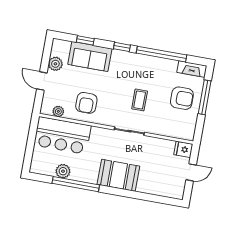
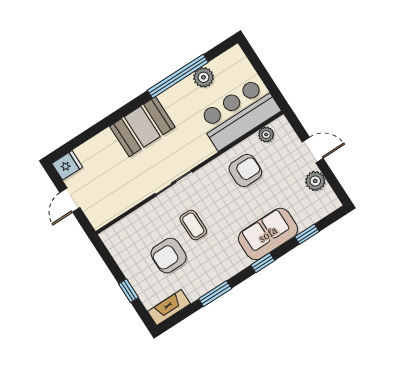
window: (161, 54) -> (215, 294), width x0.47
sofa: (90, 56) -> (268, 234), moved
window: (205, 97) -> (129, 291), width x0.46
armchair: (182, 98) -> (169, 255), moved
armchair: (86, 103) -> (245, 170), turned 90
fridge: (183, 149) -> (67, 165), moved

